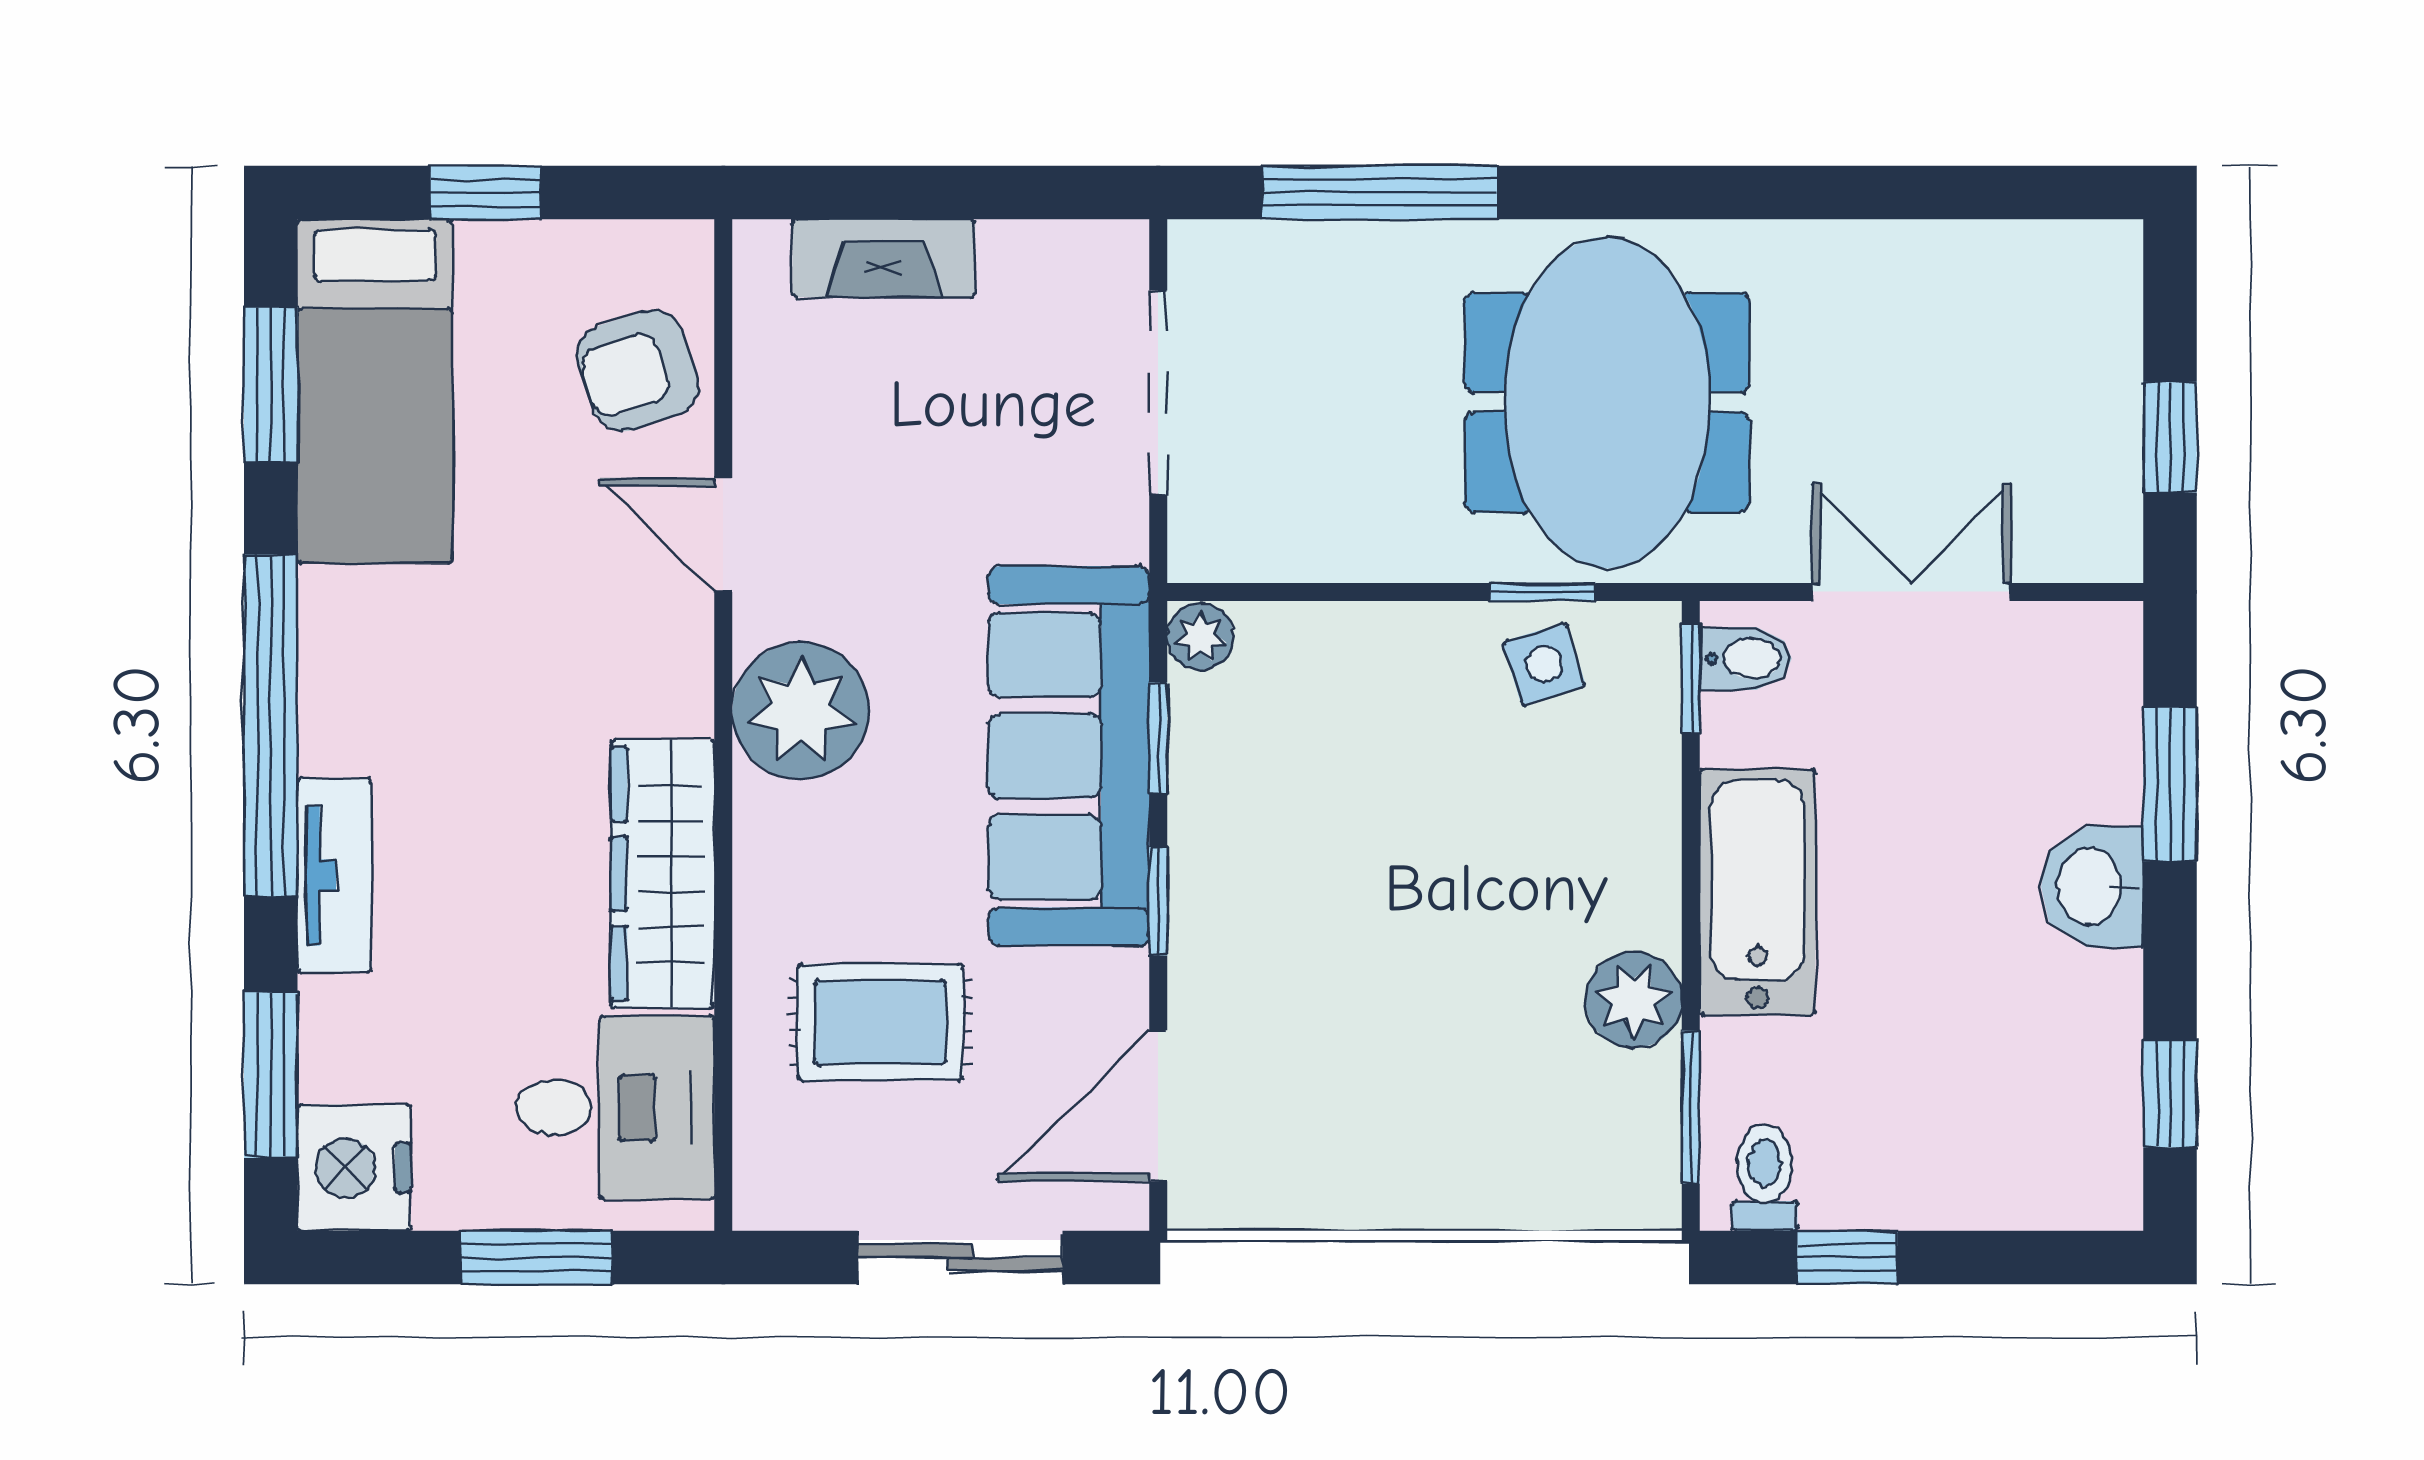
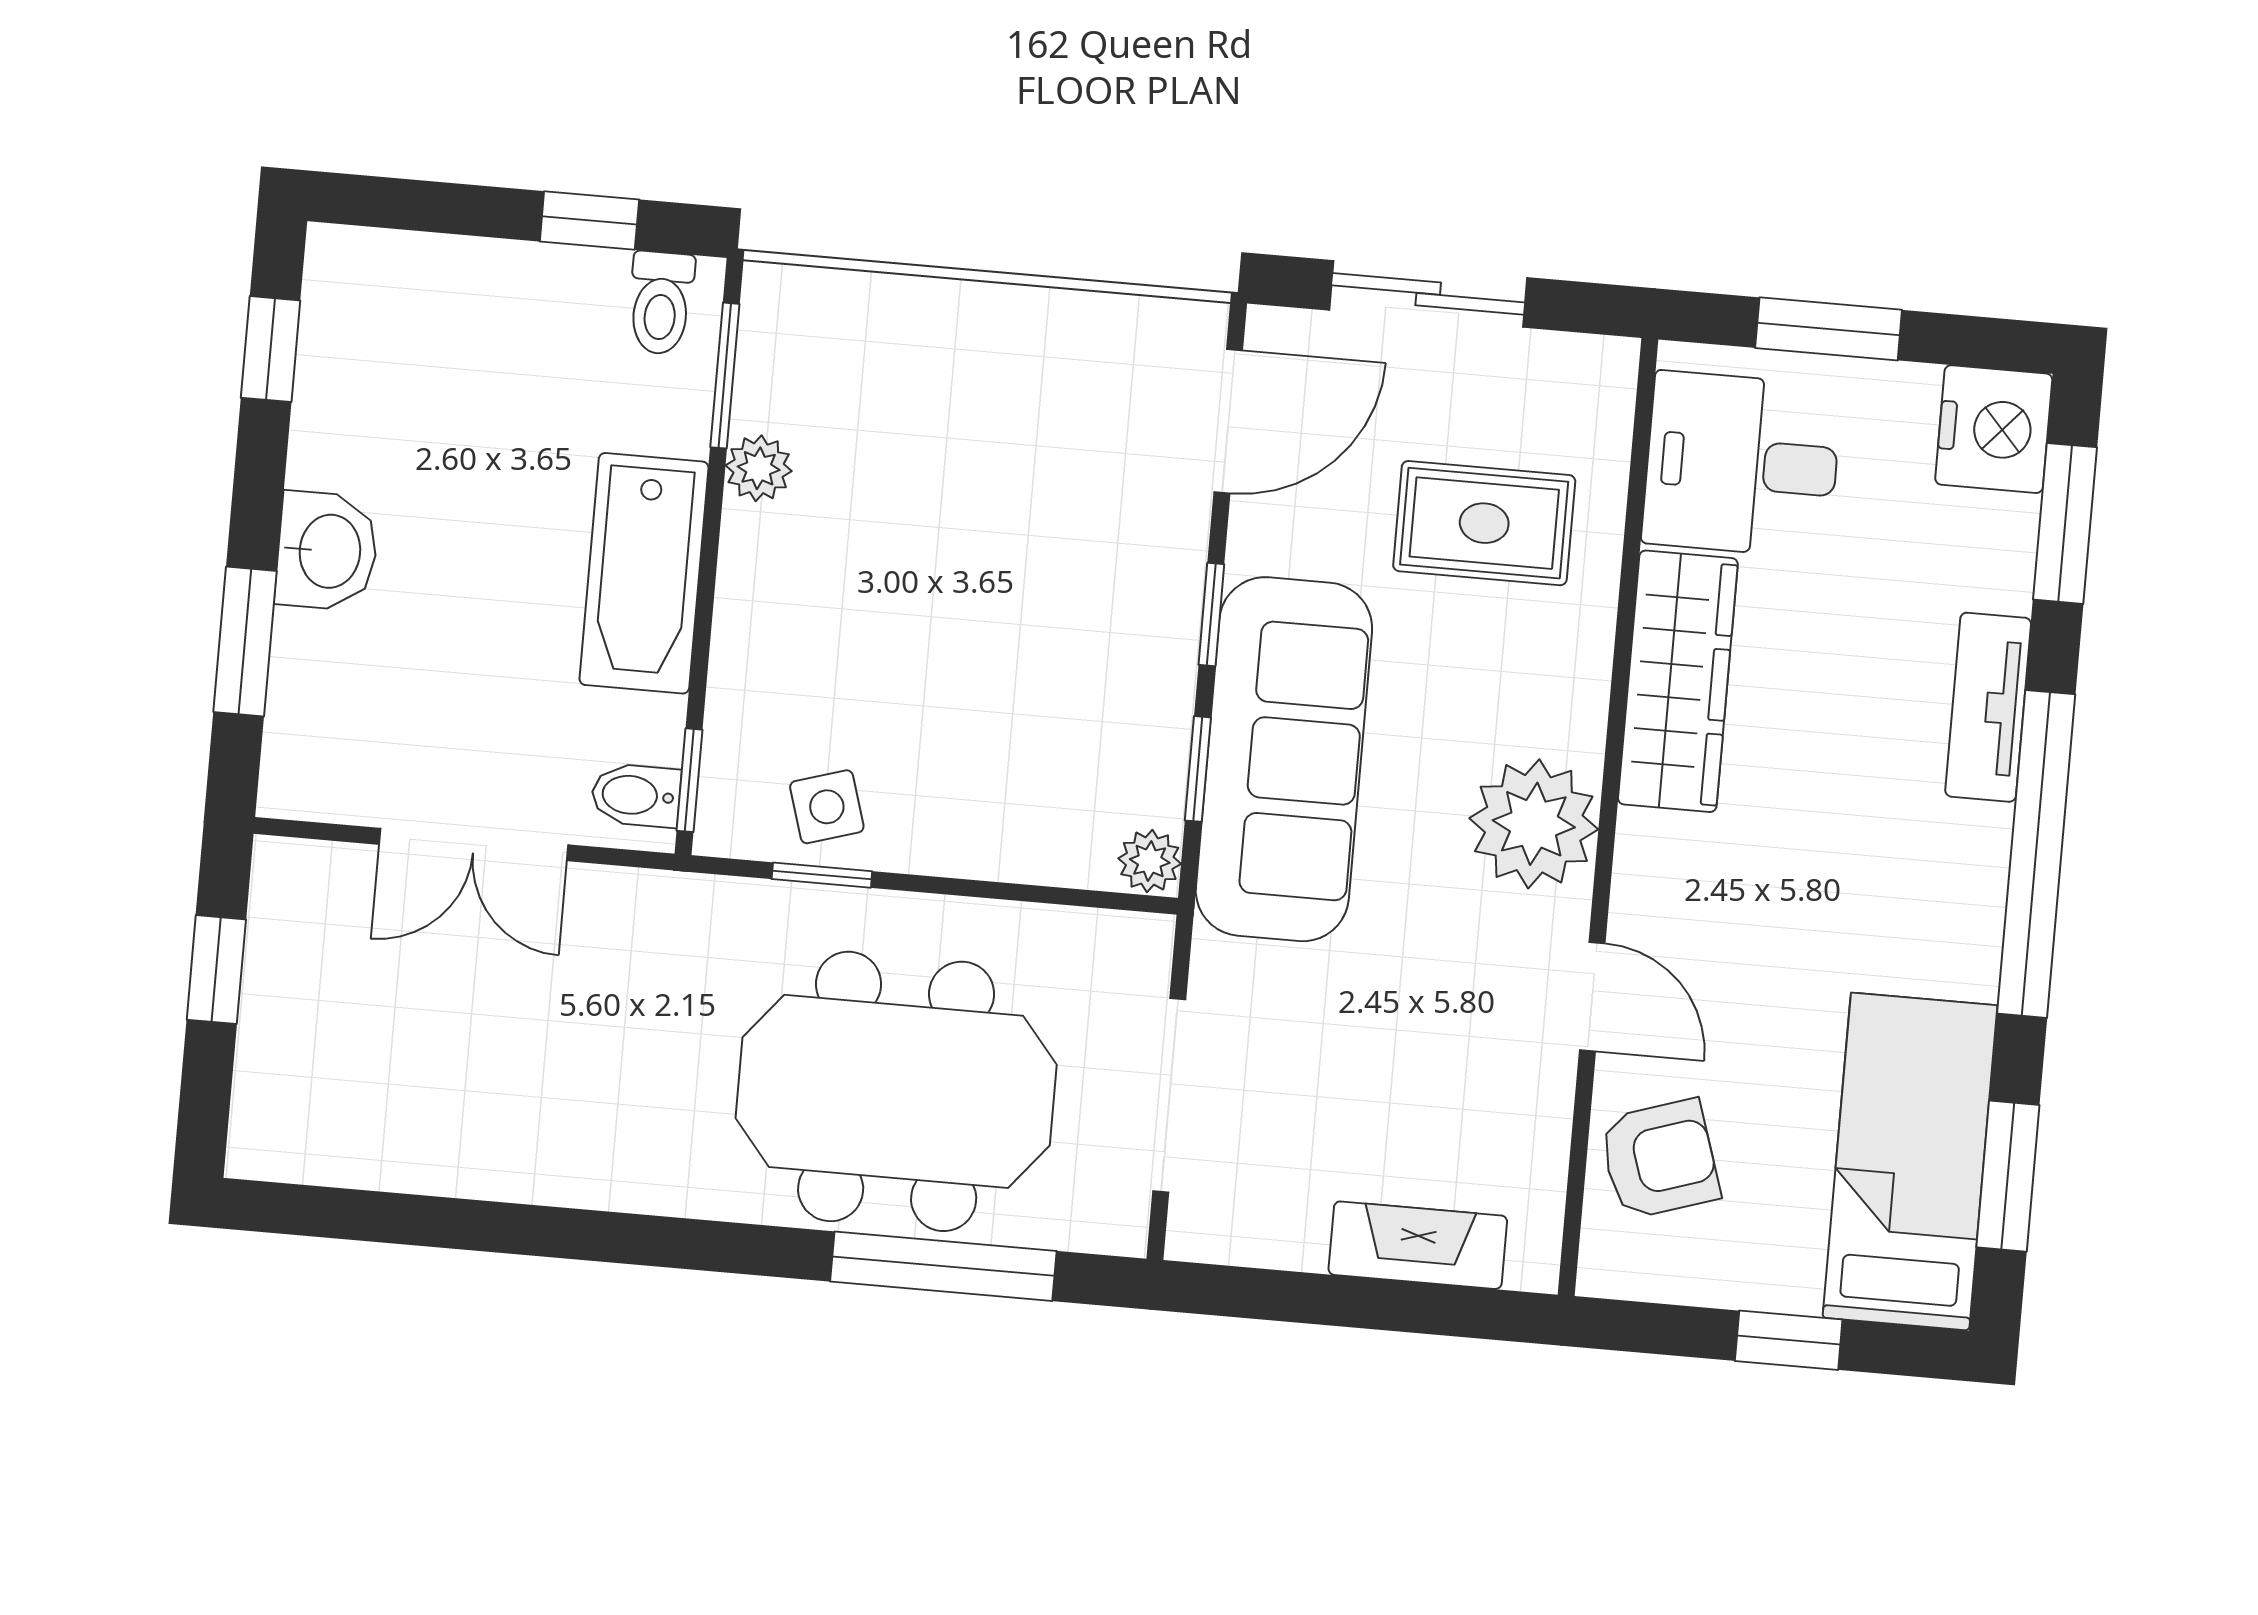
meeting table: (1607, 402) -> (896, 1091), moved, turned 90
plant: (1634, 1000) -> (759, 468), width x0.73, depth x0.73

